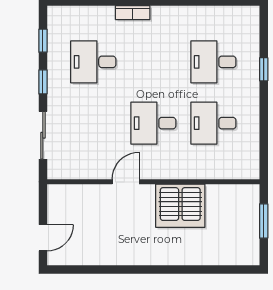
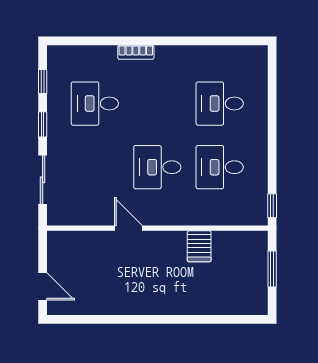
window: (264, 69) -> (272, 206), moved
door: (126, 182) -> (128, 228), hinge flipped
server rack: (180, 206) -> (199, 246), width x0.46, depth x0.70
door: (43, 238) -> (43, 286), hinge flipped

